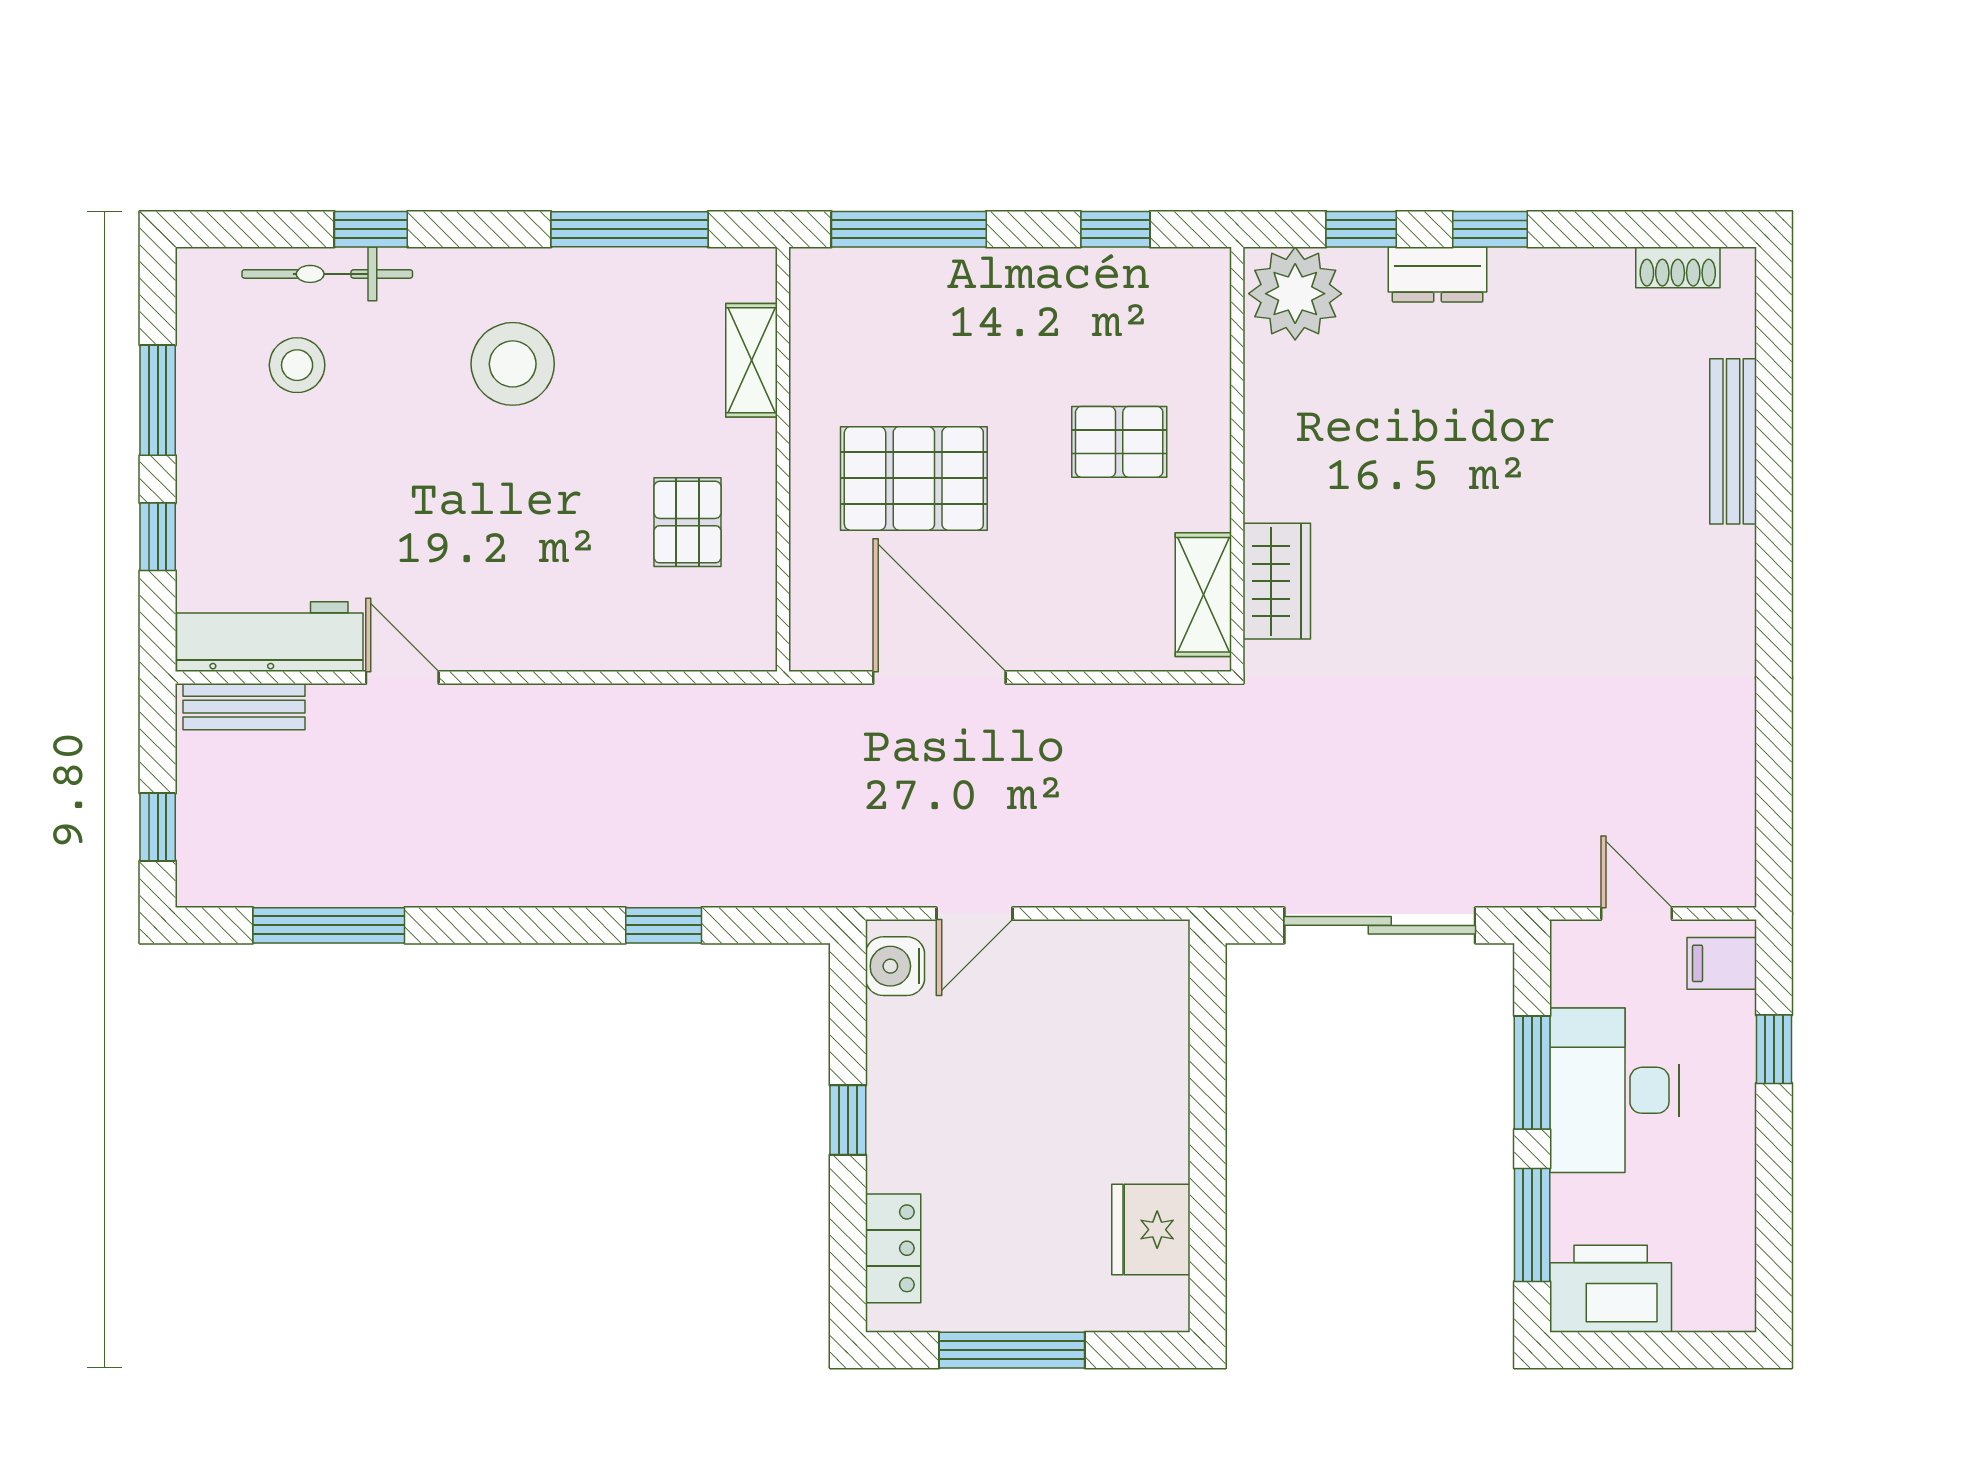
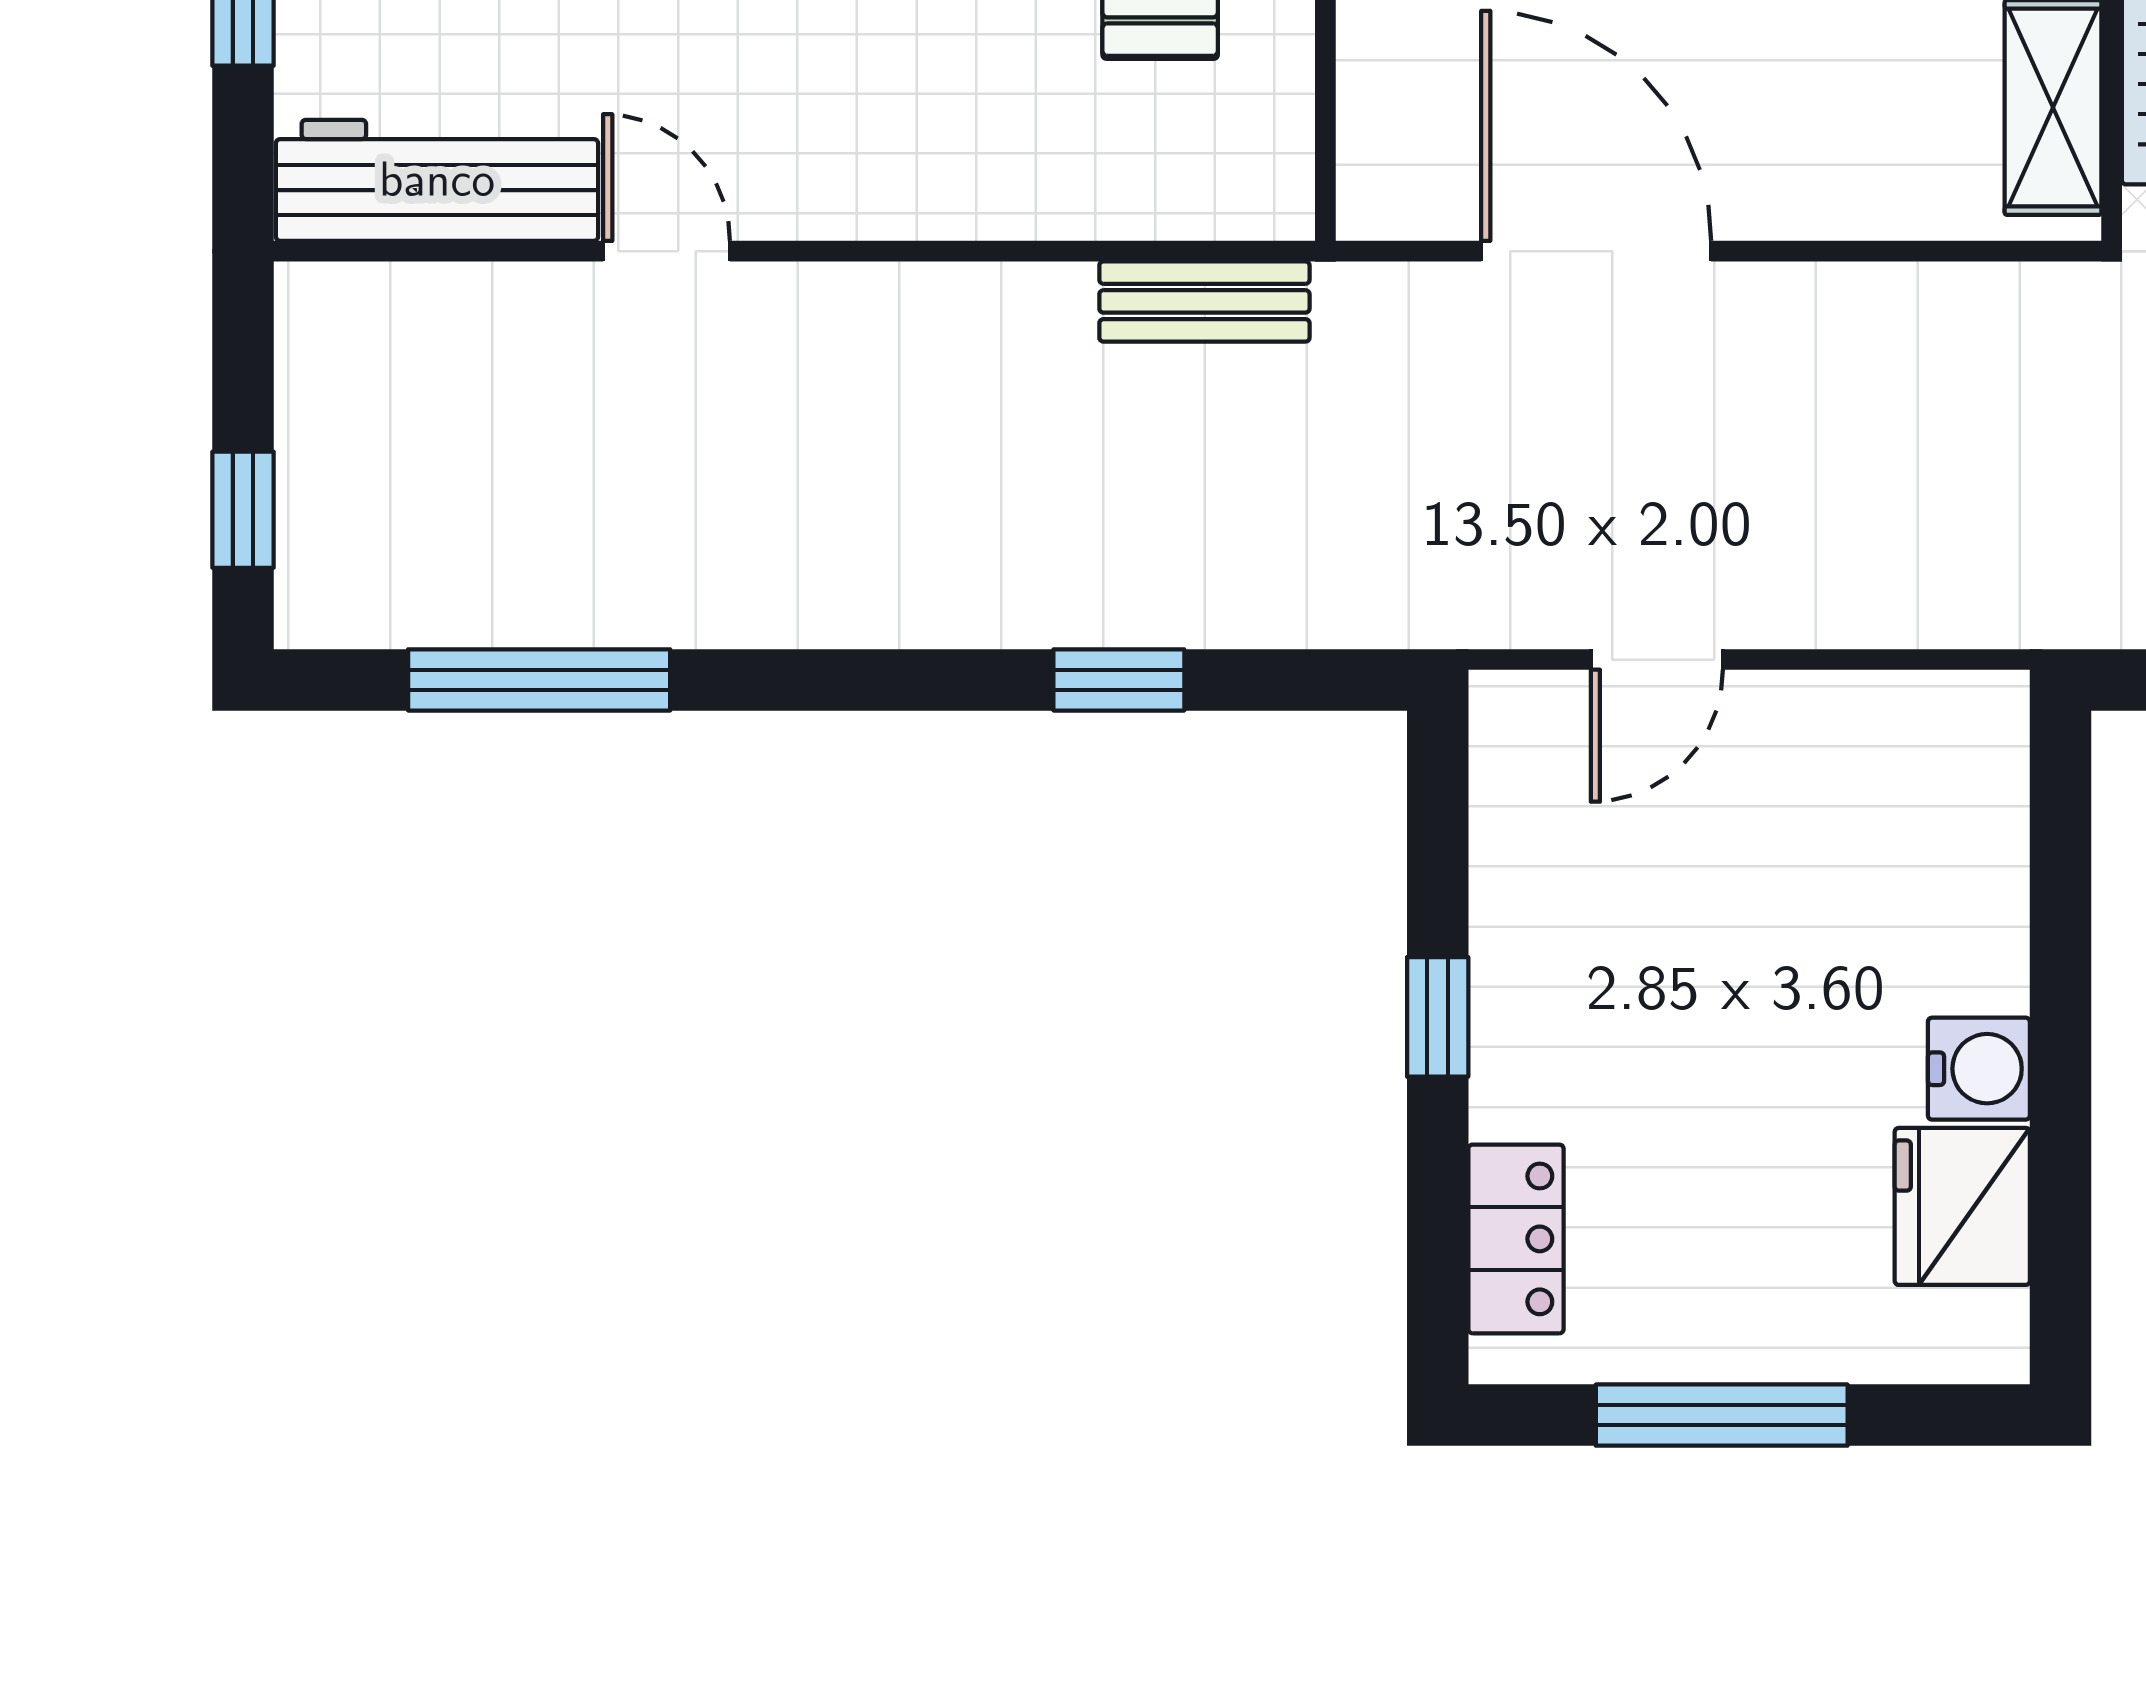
bench: (244, 707) -> (1204, 301), moved
water cooler: (895, 966) -> (1979, 1069), moved, turned 180

